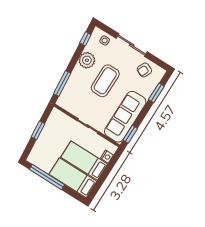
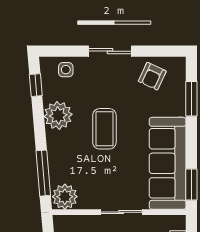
sliding door: (132, 45) -> (110, 51), width x0.73
coffee table: (105, 81) -> (104, 129), width x0.73, depth x0.76
plant: (65, 101) -> (65, 197), added

